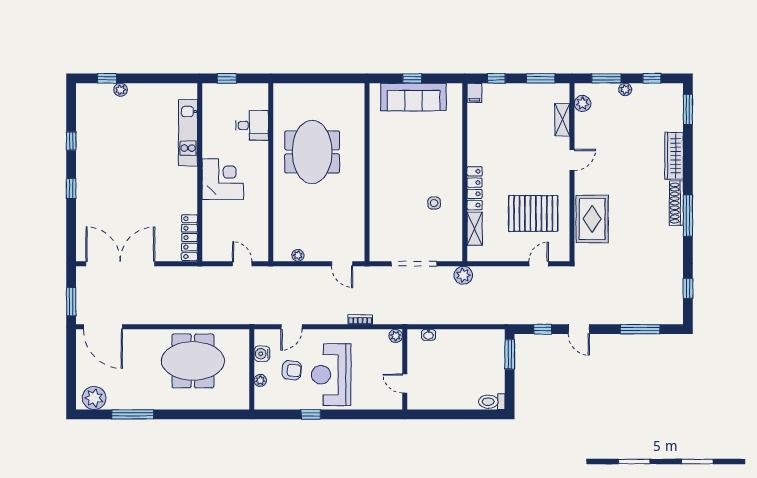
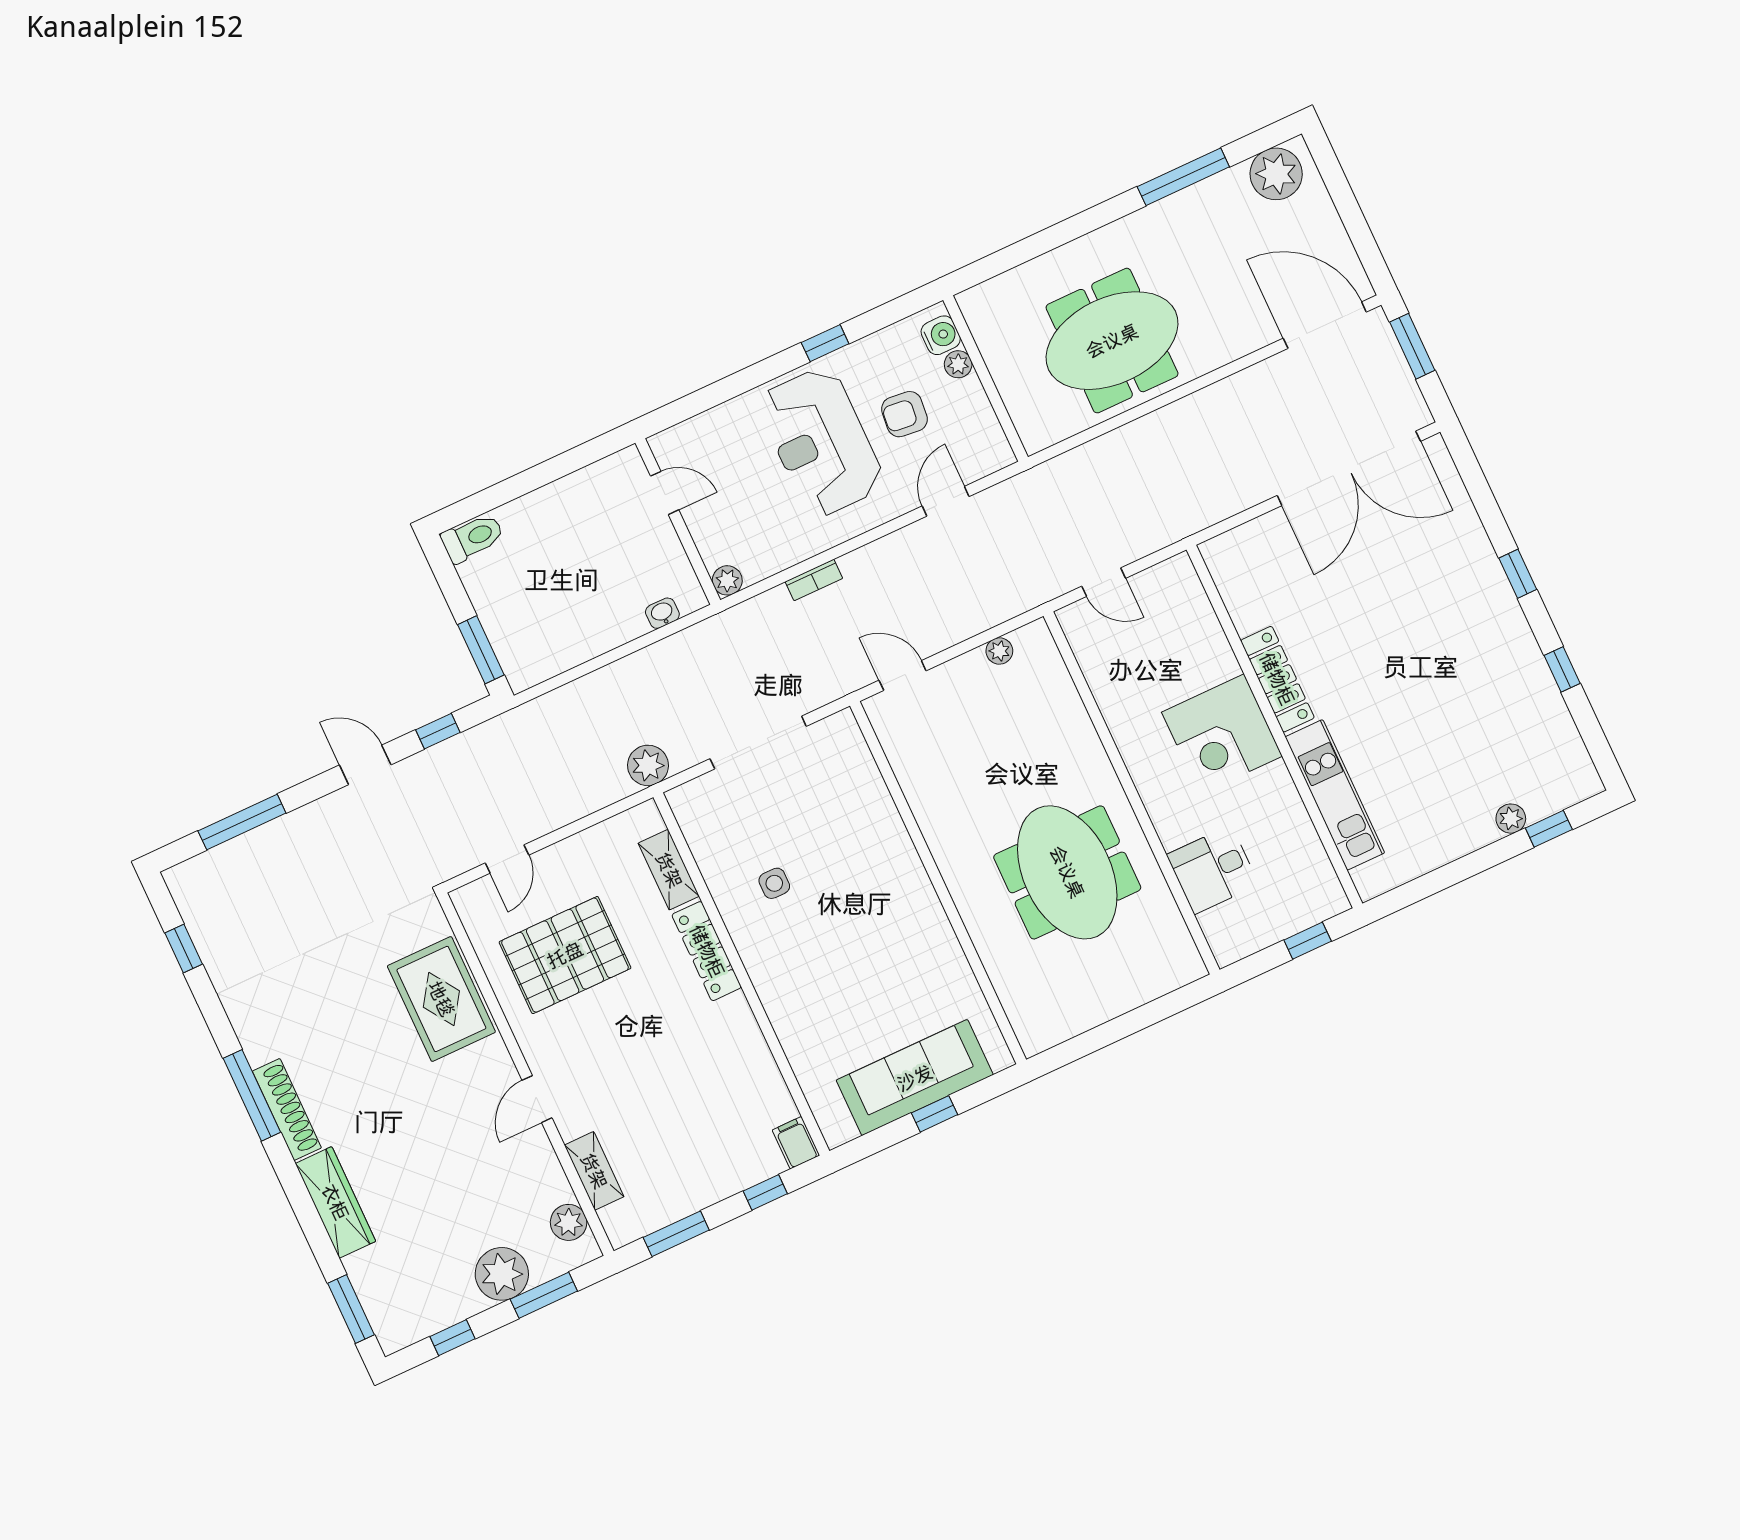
plant: (625, 89) -> (502, 1274), width x1.88, depth x1.88
locker: (190, 238) -> (1277, 679), moved
water cooler: (262, 354) -> (941, 335), moved
reception desk: (331, 375) -> (821, 442), turned 180

